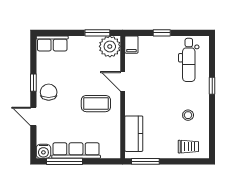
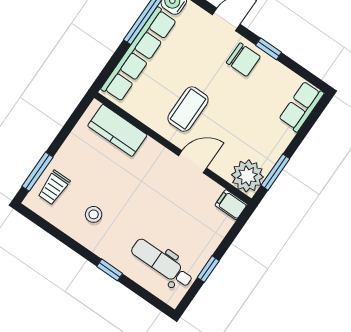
window: (162, 33) -> (208, 269), moved
row of seats: (76, 151) -> (139, 54), width x1.36
window: (145, 161) -> (37, 172), moved

